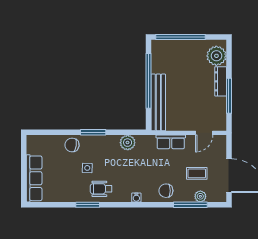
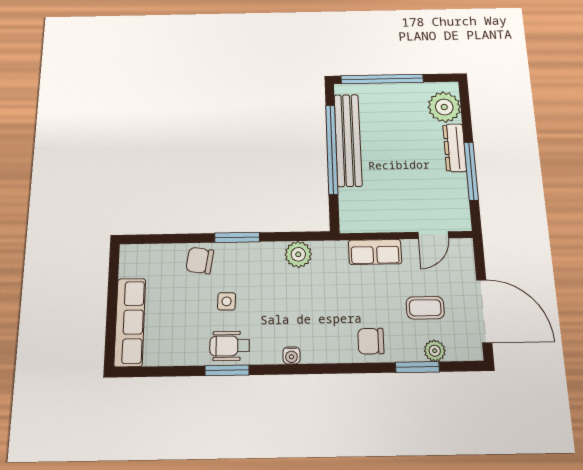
bench: (158, 102) -> (348, 140), moved
wheelchair: (101, 189) -> (230, 346), moved
water cooler: (136, 197) -> (291, 355), moved
window: (190, 205) -> (417, 367), width x0.69

